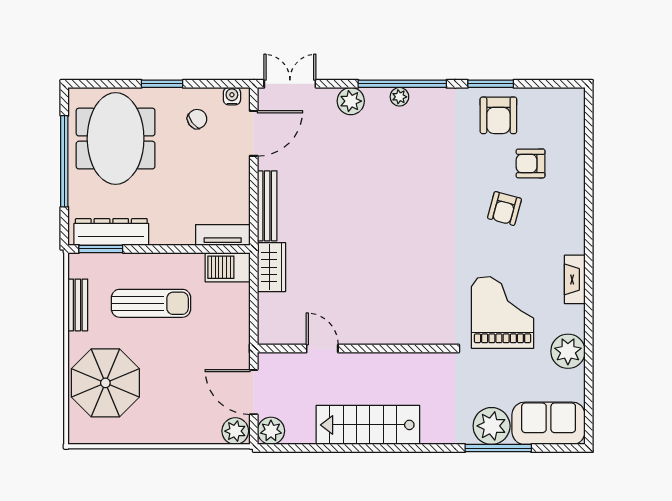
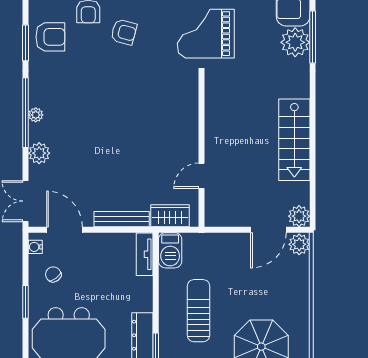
door: (322, 349) -> (202, 176), moved
wall: (354, 349) -> (202, 150), moved

